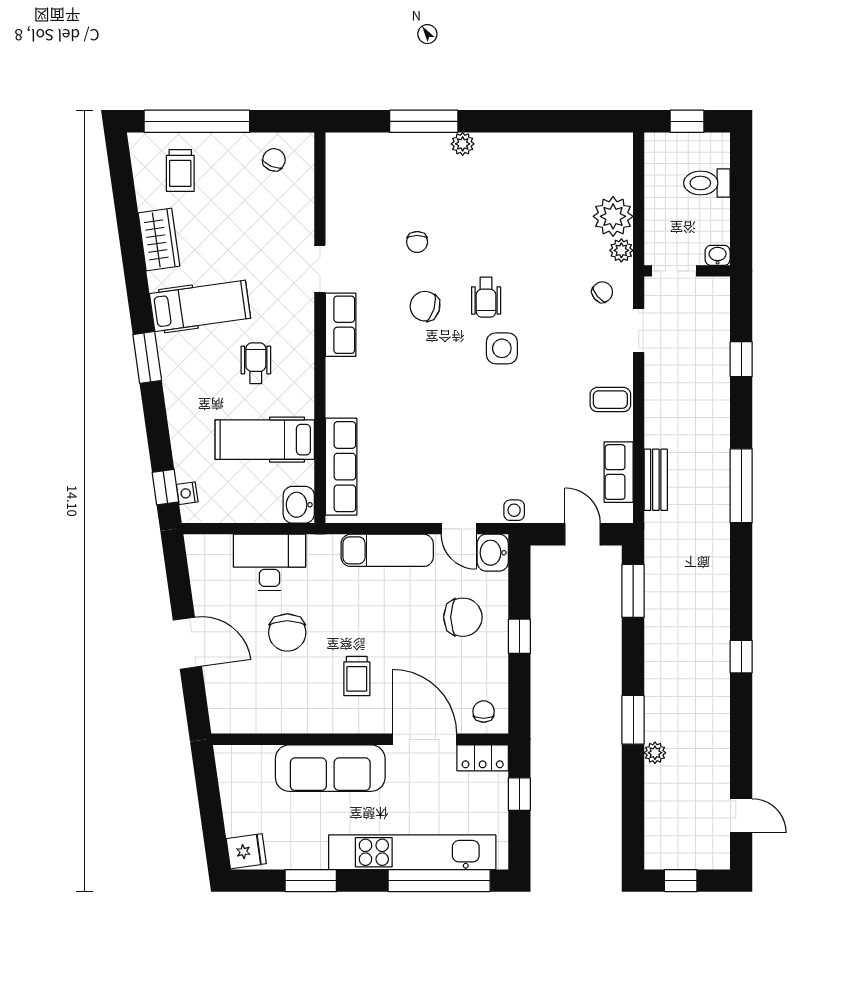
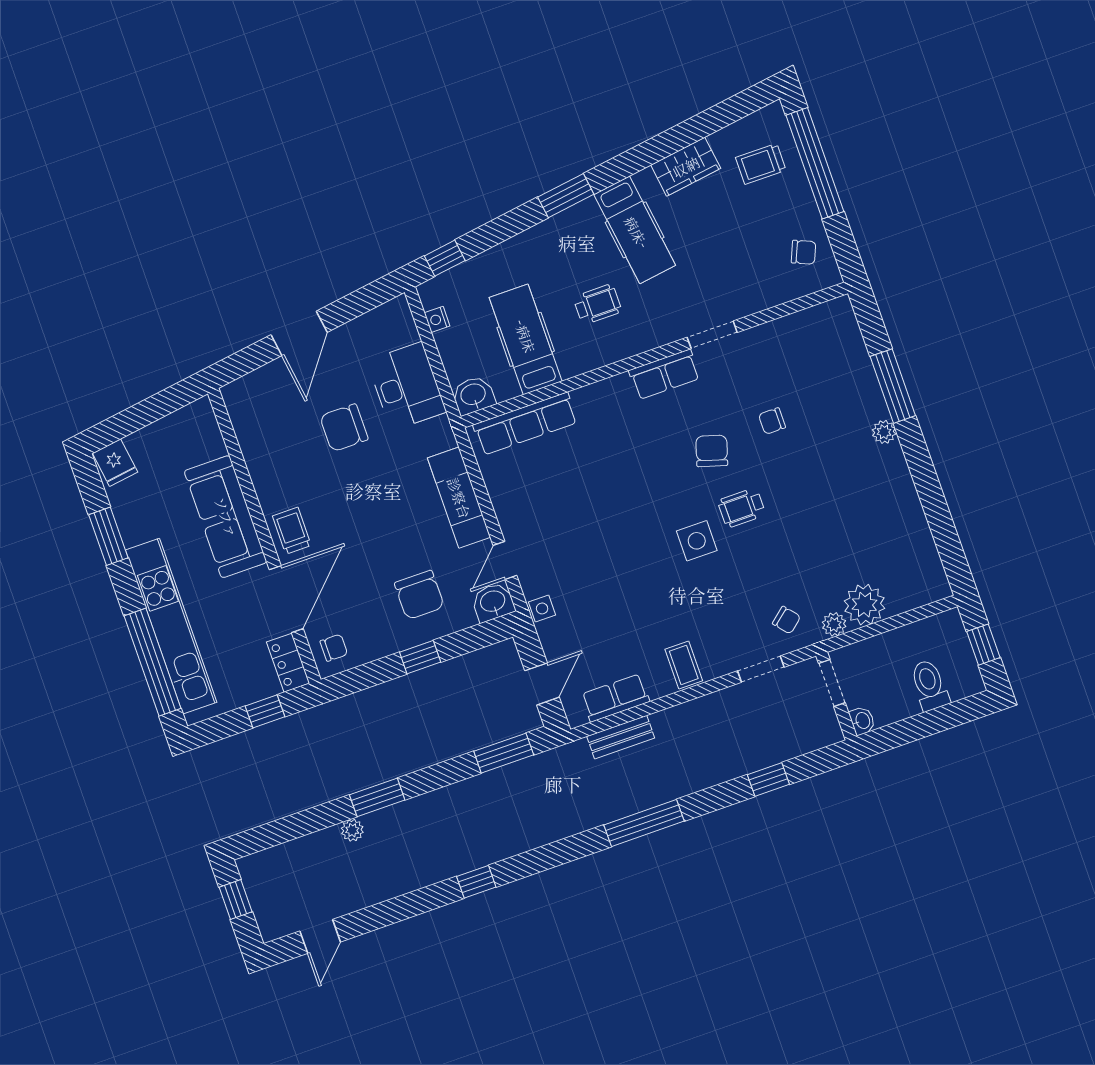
nightstand: (187, 493) -> (437, 319), moved, turned -82
trolley: (357, 676) -> (292, 531), moved, turned 90

